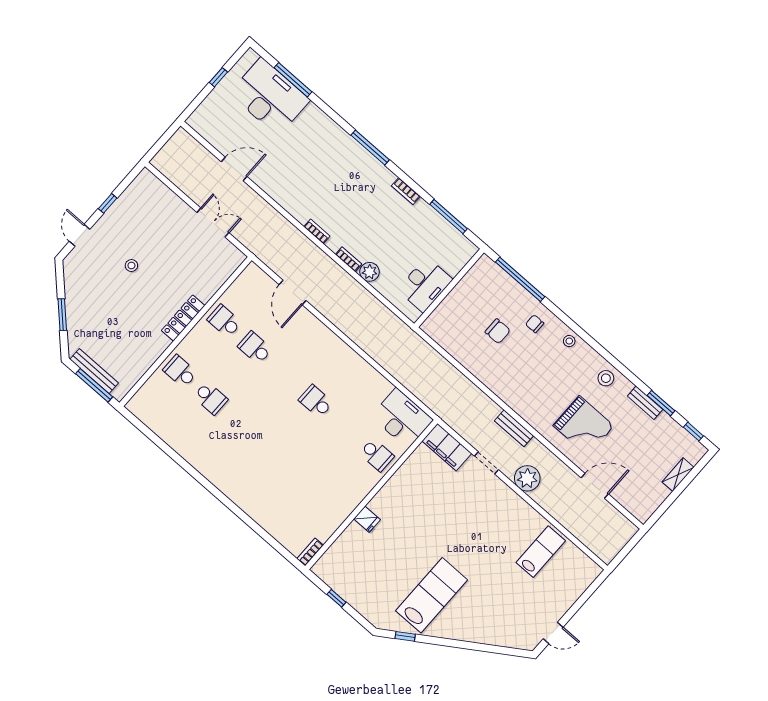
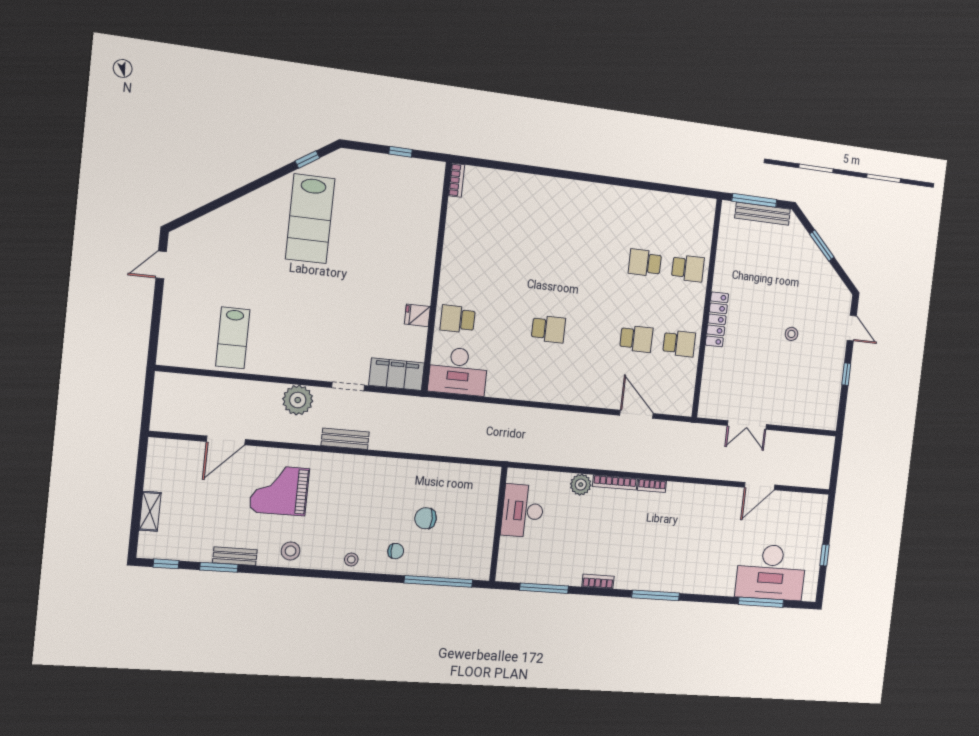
bookcase: (349, 259) -> (615, 483), width x1.56
fridge: (367, 519) -> (417, 315), moved

